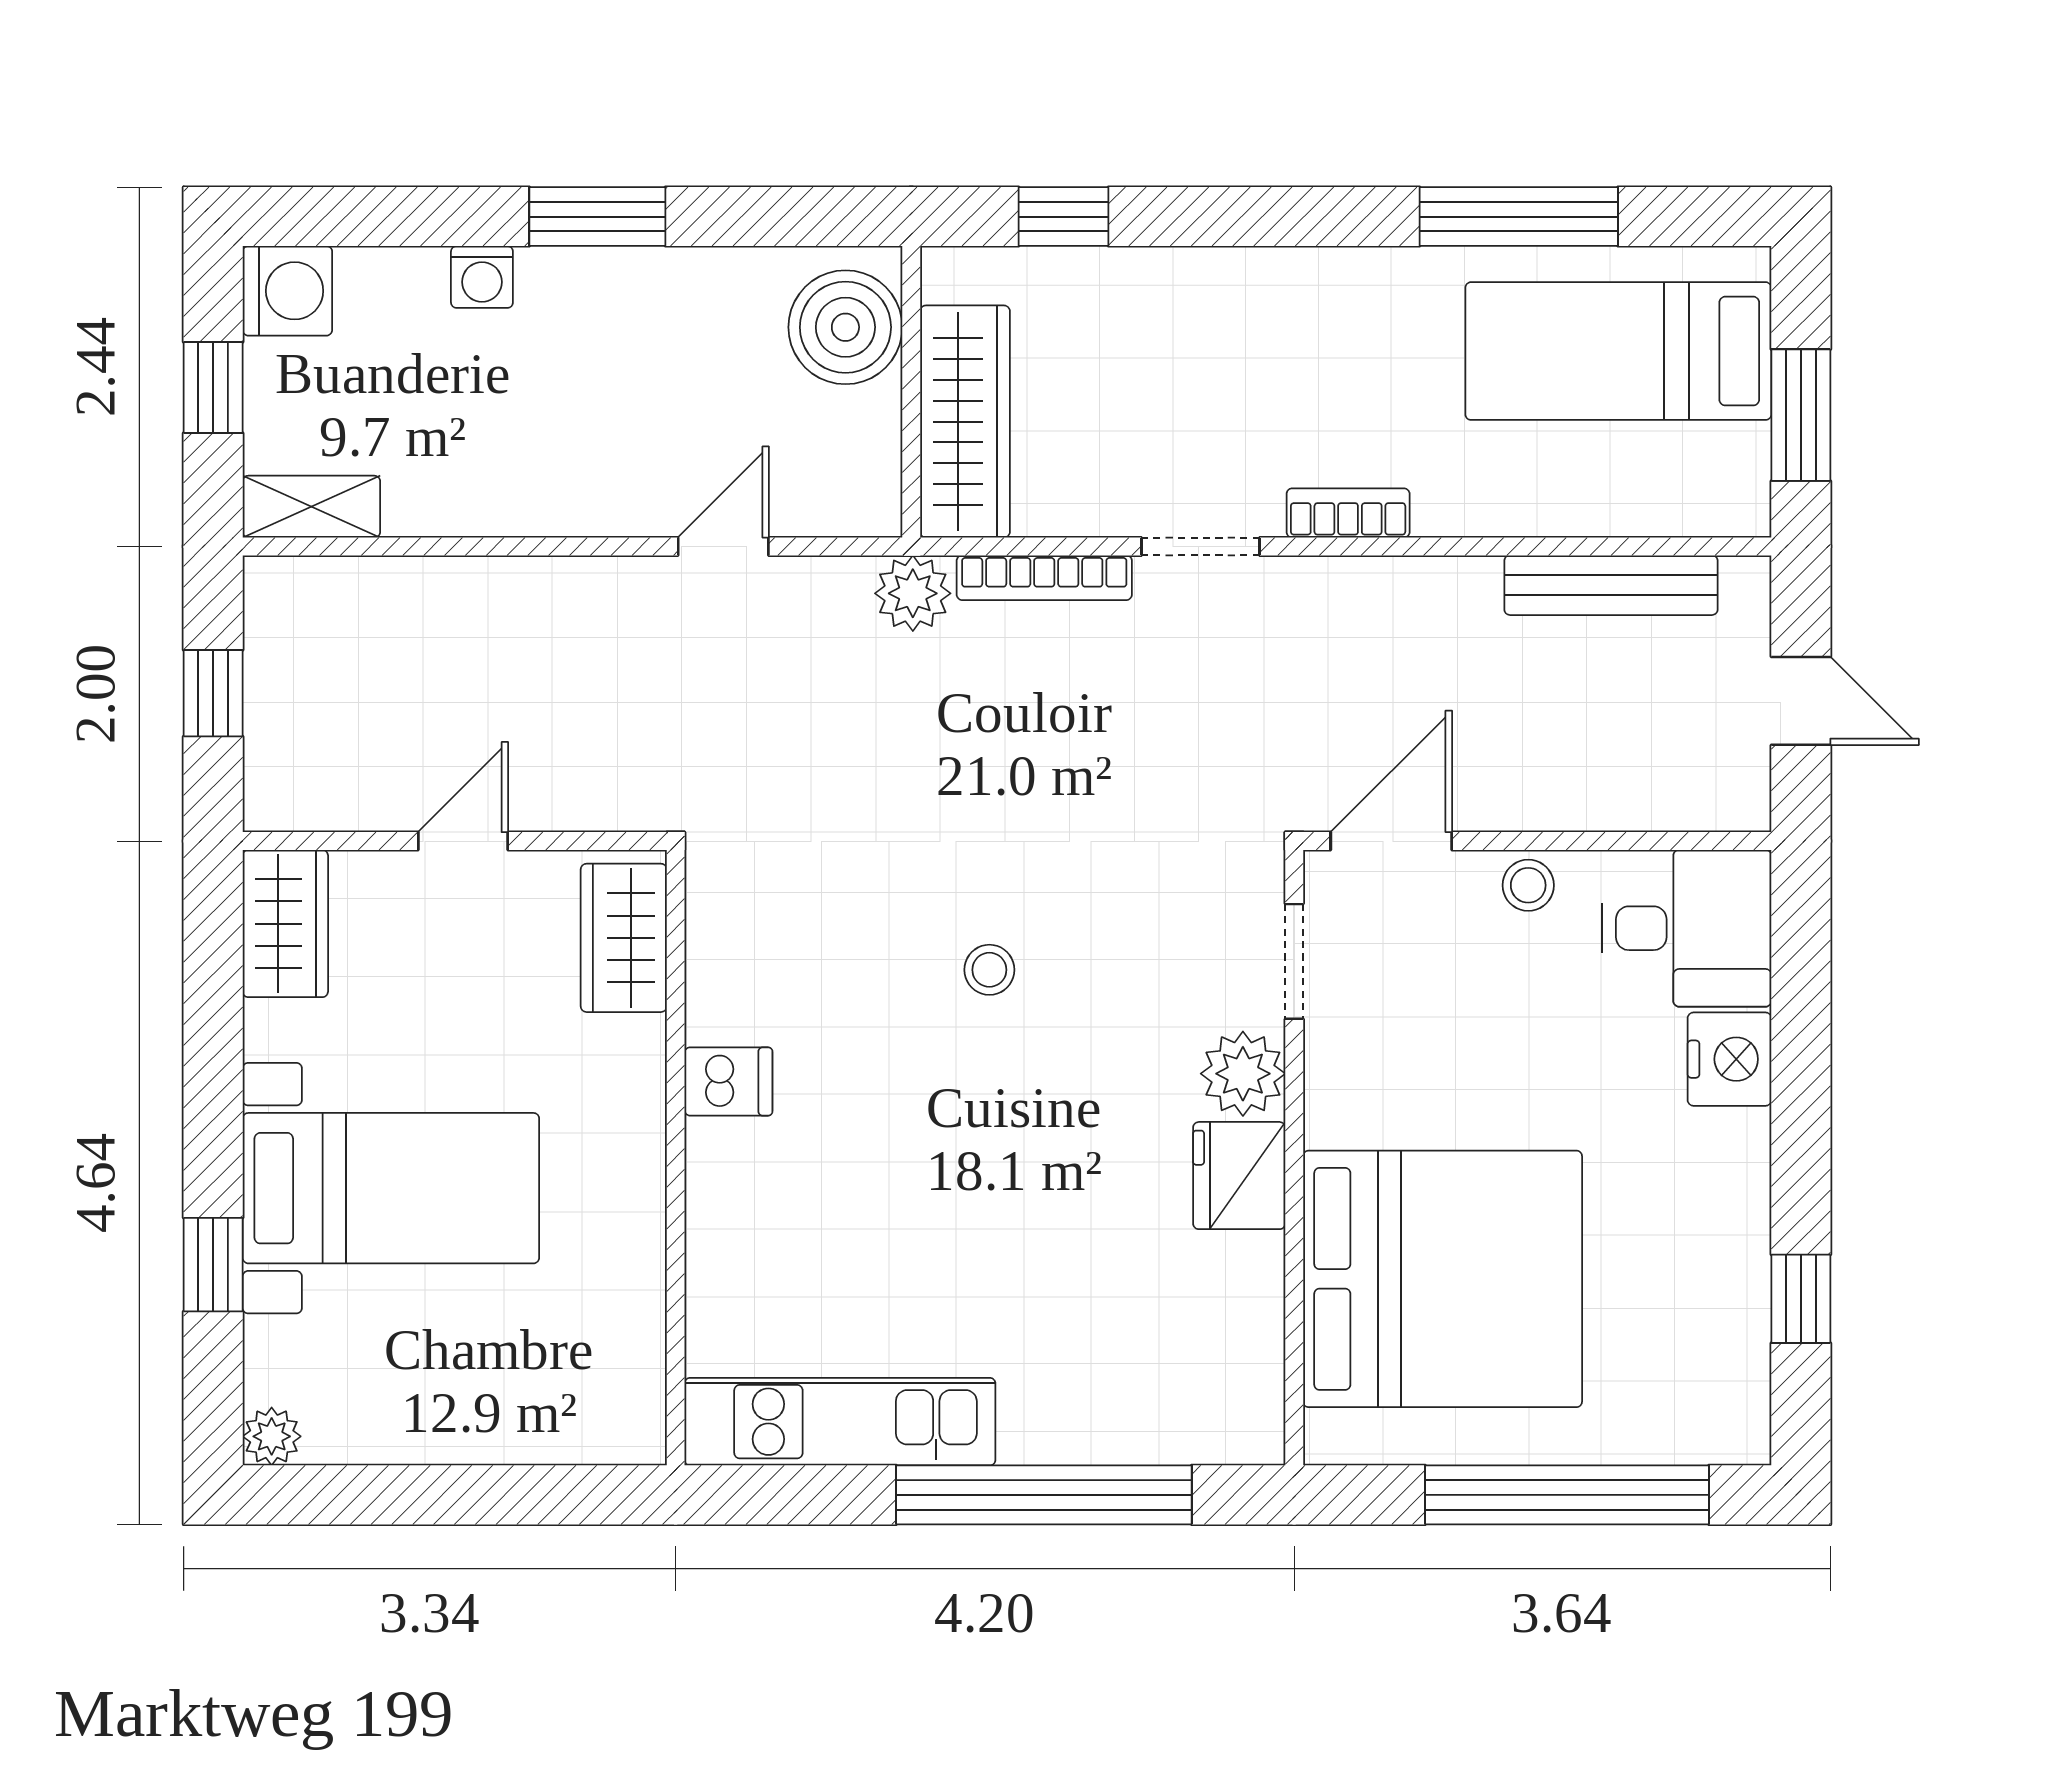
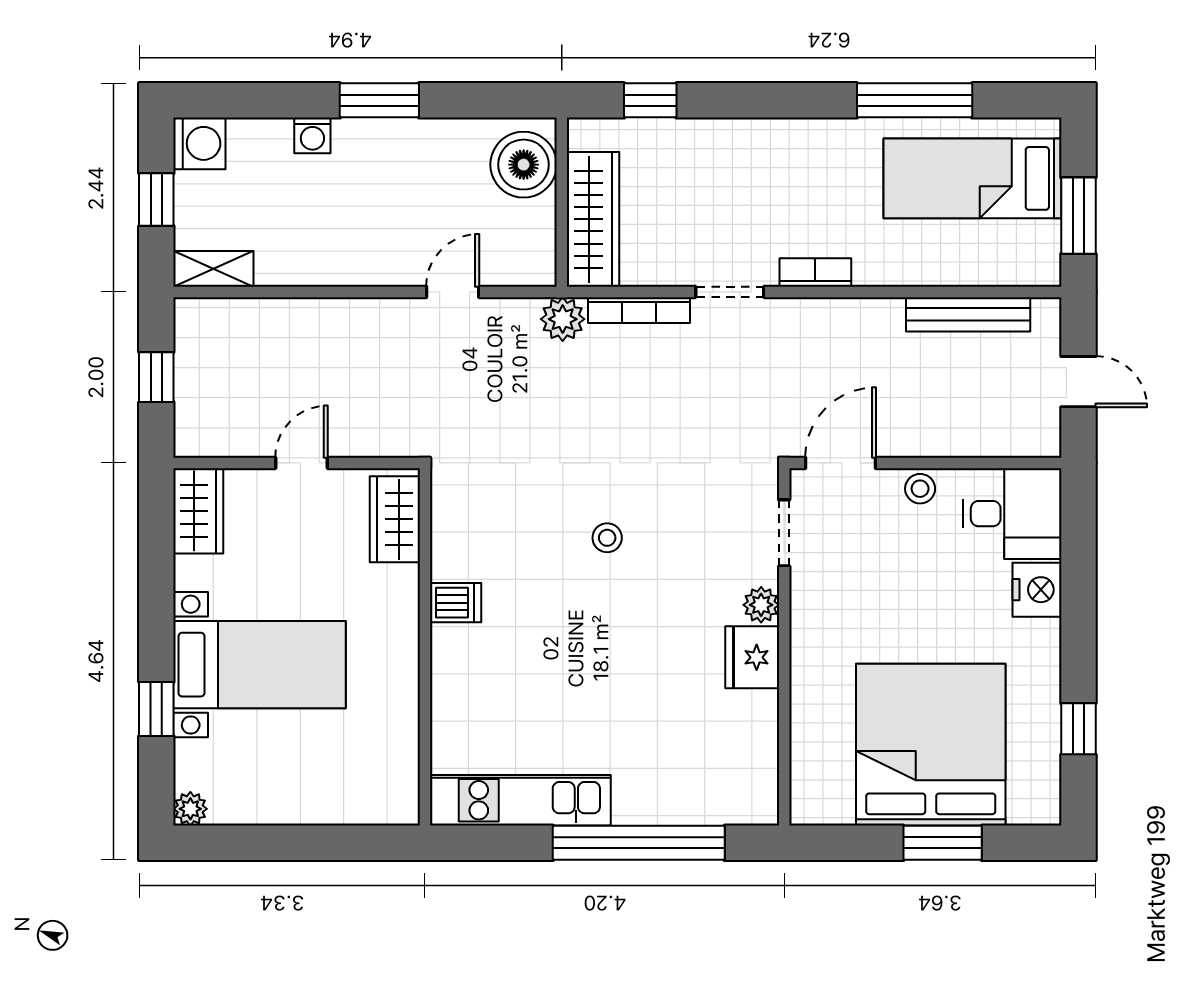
plant: (1243, 1074) -> (761, 605), width x0.73, depth x0.73
bed: (1443, 1279) -> (931, 745), moved, turned -90
window: (1567, 1495) -> (943, 843), width x0.47

